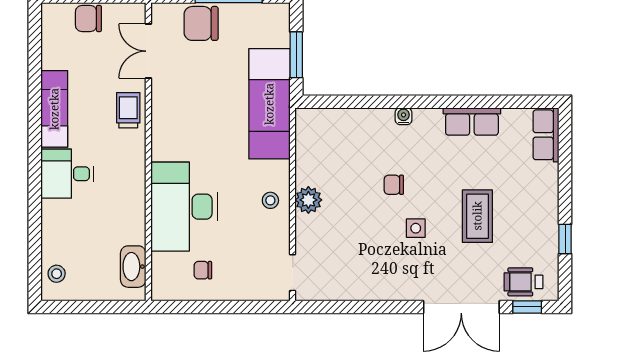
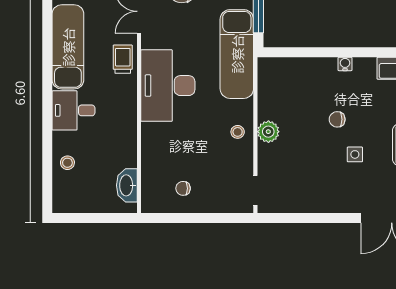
exam couch: (54, 109) -> (68, 47), width x1.36, depth x1.45
desk: (184, 207) -> (168, 86), moved
stool: (57, 274) -> (67, 163), moved

